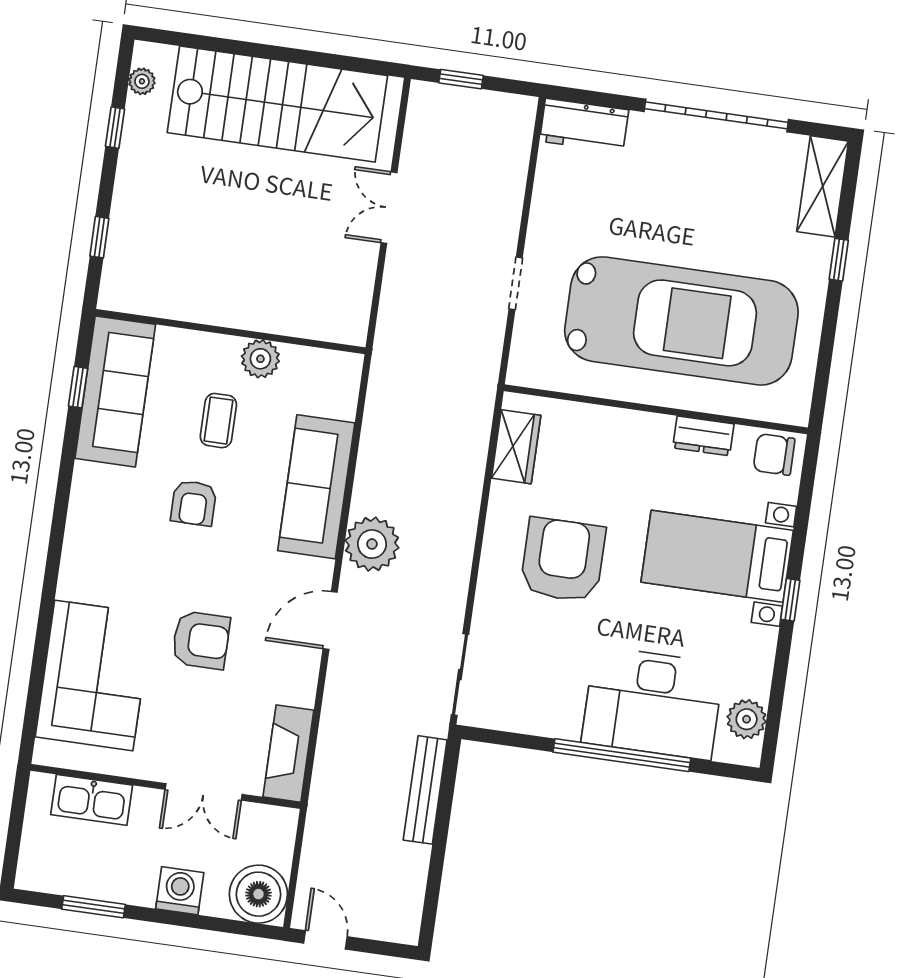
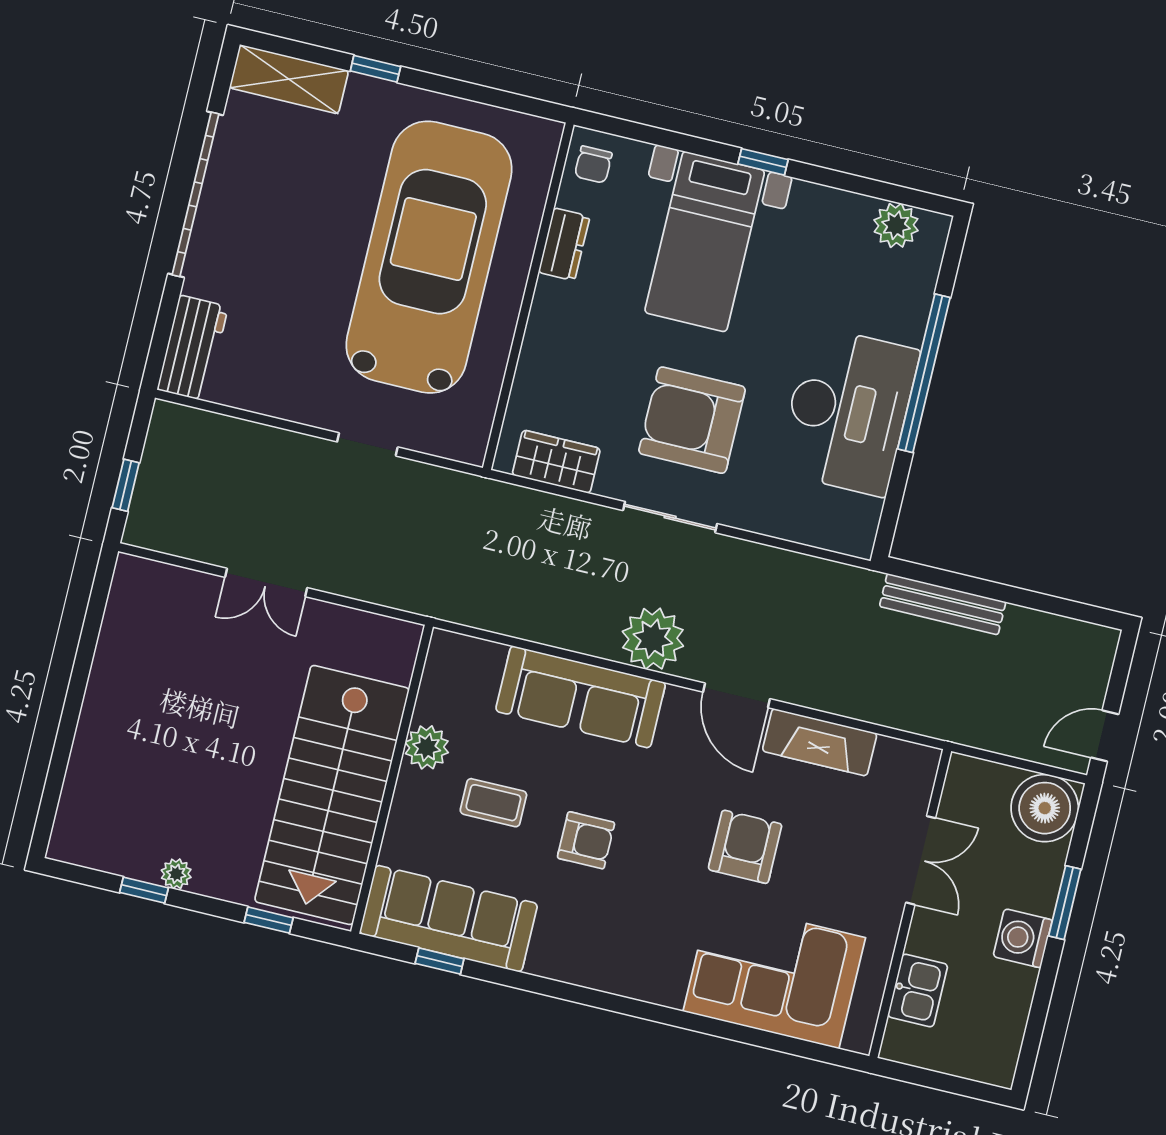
plant: (142, 81) -> (176, 874), moved
stairs: (277, 104) -> (332, 795), moved, turned 180
chair: (774, 454) -> (593, 165), width x0.73, depth x0.73
sliding door: (460, 675) -> (670, 517), moved
desk: (653, 703) -> (848, 411), moved
fireplace: (288, 754) -> (820, 742), moved
kitchen sink: (92, 800) -> (918, 991), width x0.73
washing machine: (180, 891) -> (1023, 938), moved
window: (93, 907) -> (1065, 903), moved

